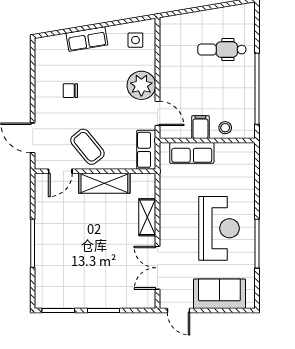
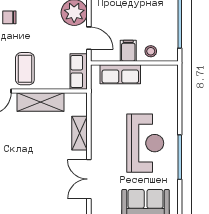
coffee table: (87, 147) -> (25, 69), turned 39

